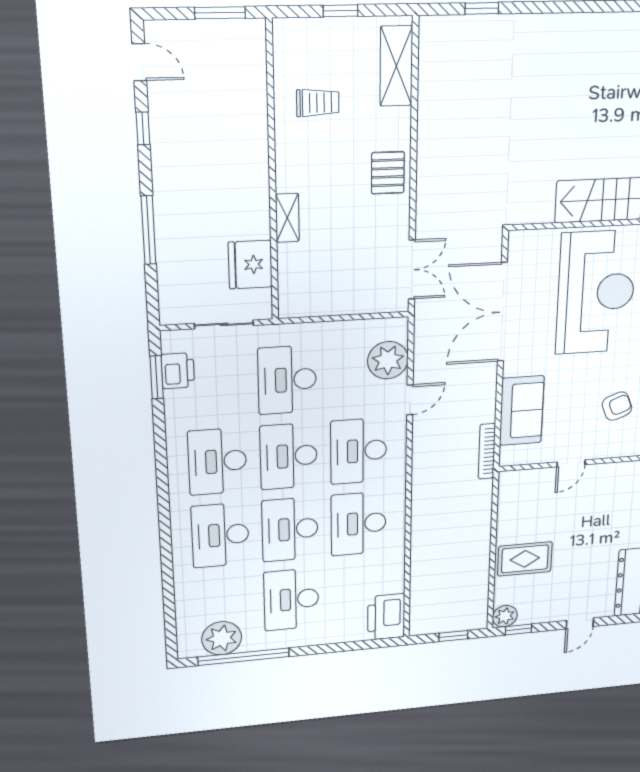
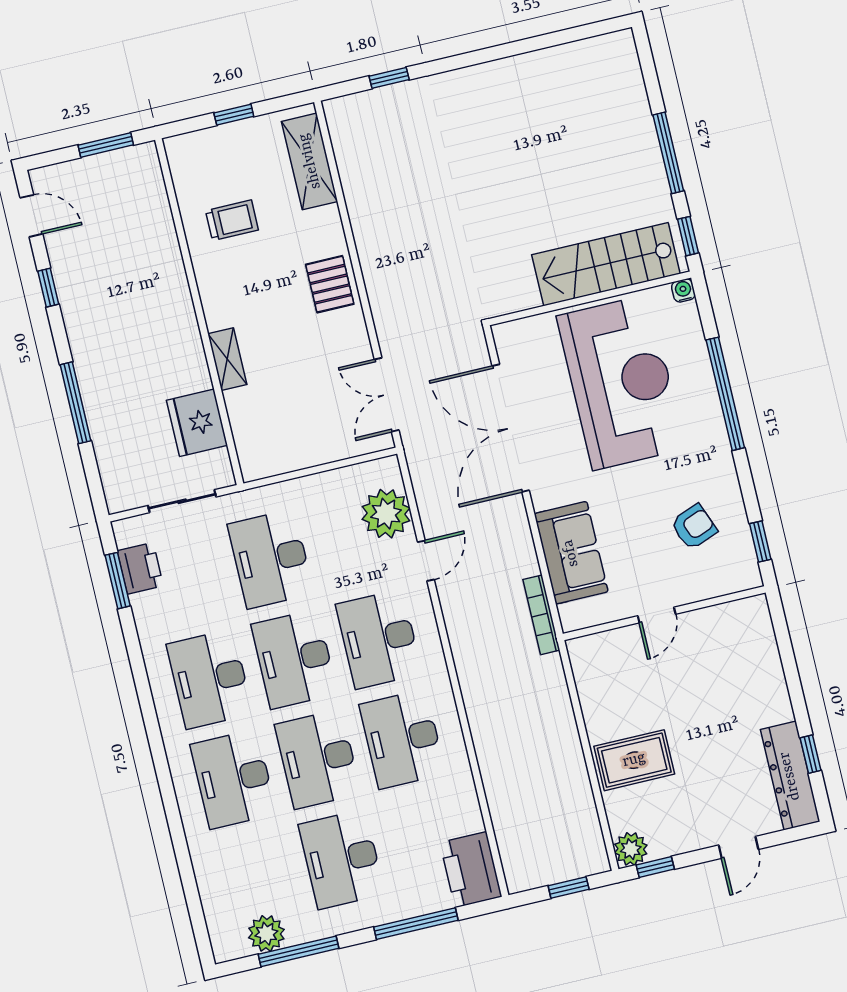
double door: (412, 270) -> (387, 395), swing flipped
plant: (222, 638) -> (266, 934), width x0.73, depth x0.73
window: (336, 648) -> (416, 924), added
window: (244, 657) -> (298, 951), width x0.68

